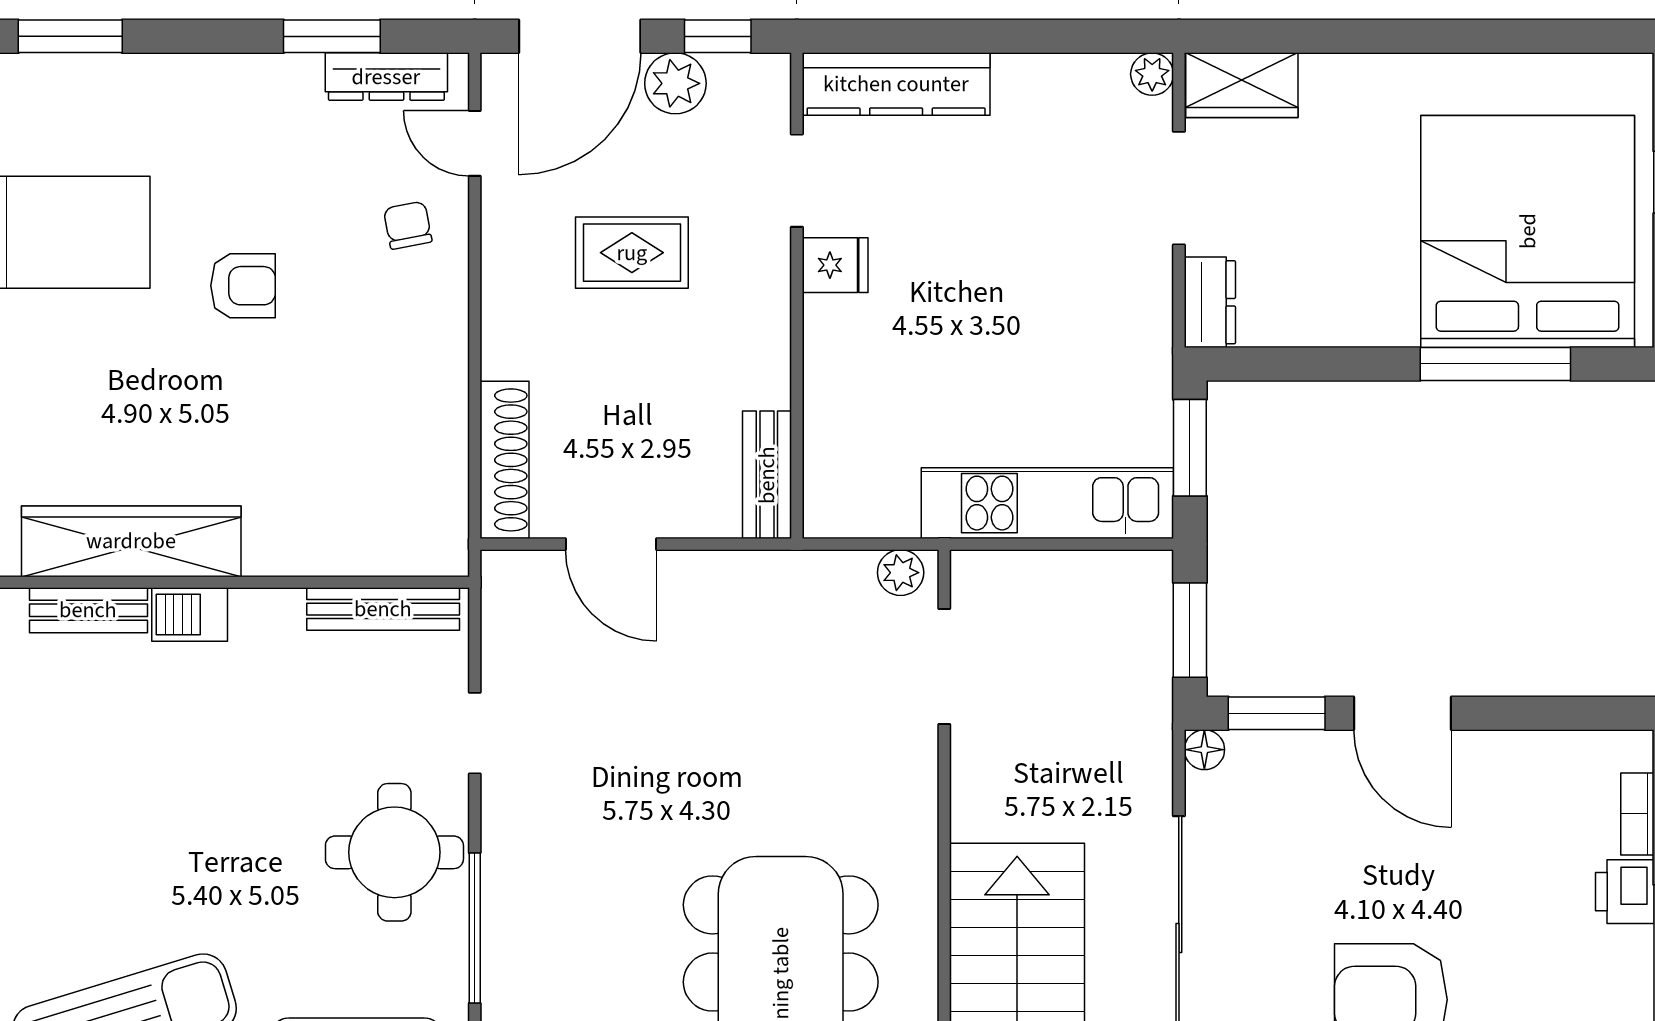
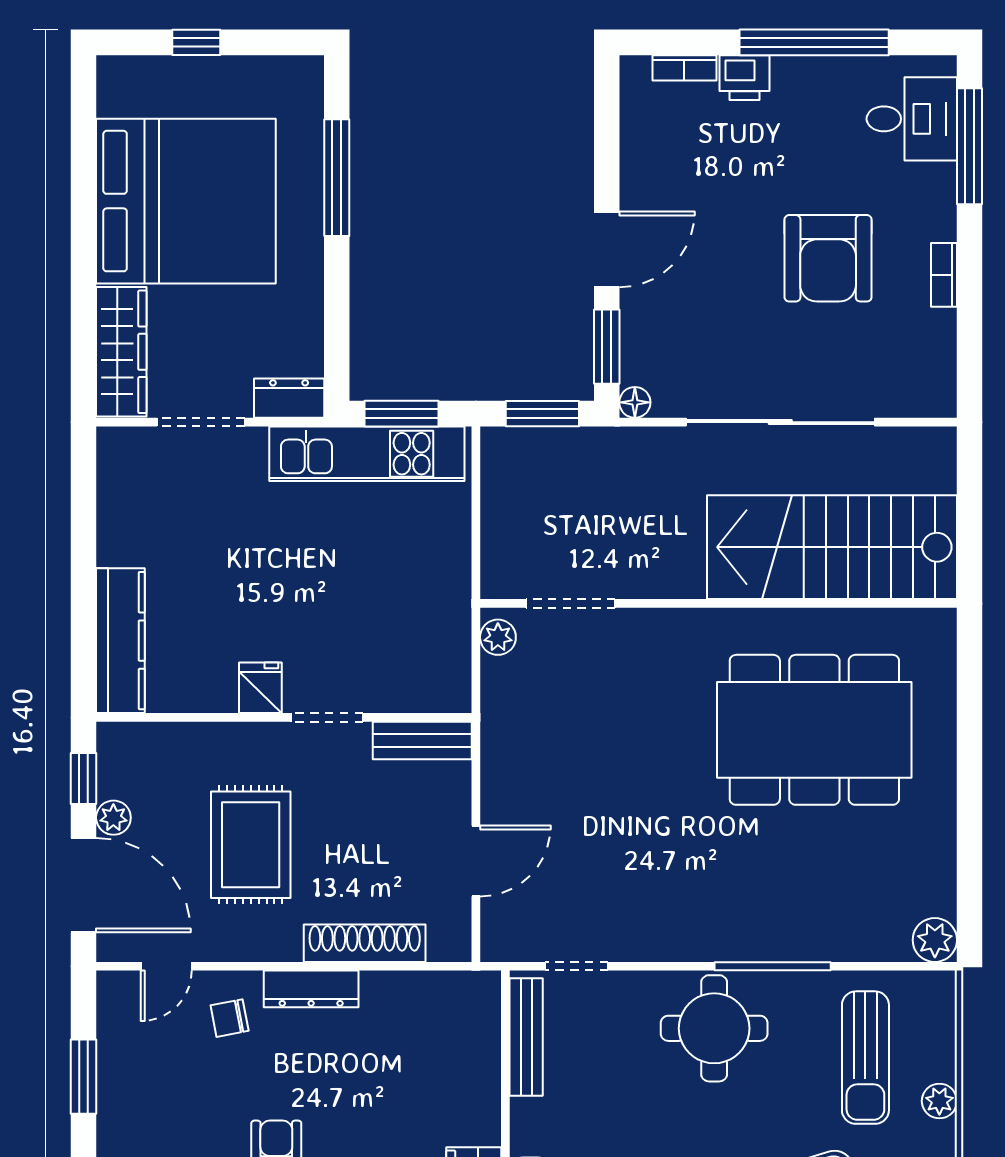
plant: (1152, 74) -> (113, 443), removed
dresser: (386, 77) -> (311, 989), moved, turned 90
plant: (675, 83) -> (113, 818), width x0.73, depth x0.73
wardrobe: (1242, 85) -> (121, 352), width x1.50
doorway: (797, 181) -> (327, 717), moved
bed: (1528, 231) -> (186, 201), moved, turned 180
rug: (632, 253) -> (251, 845), width x1.36, depth x1.43
shoe rack: (504, 460) -> (365, 943), moved
kitchen unit: (1047, 503) -> (367, 454), moved, turned -90
doorway: (475, 733) -> (577, 966), moved

